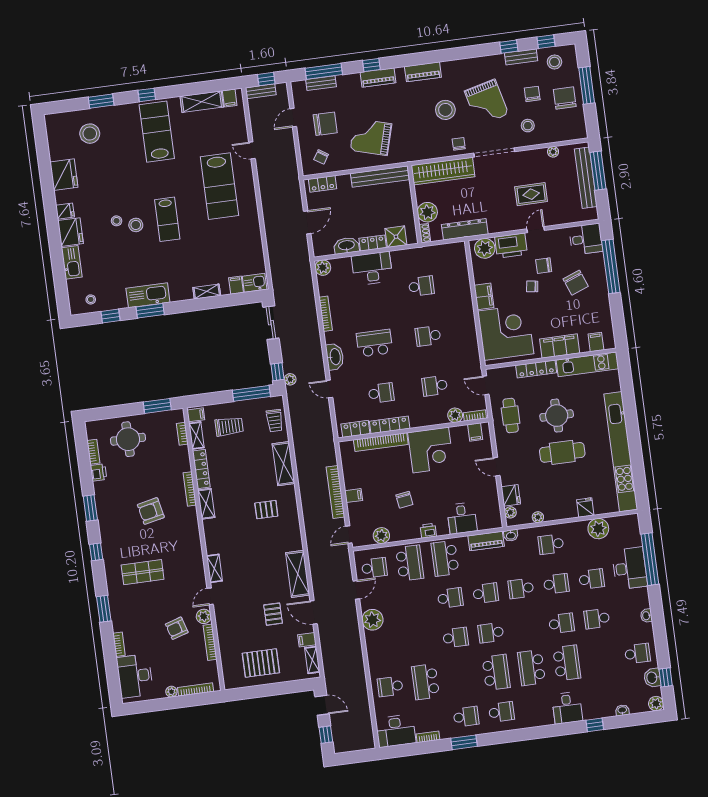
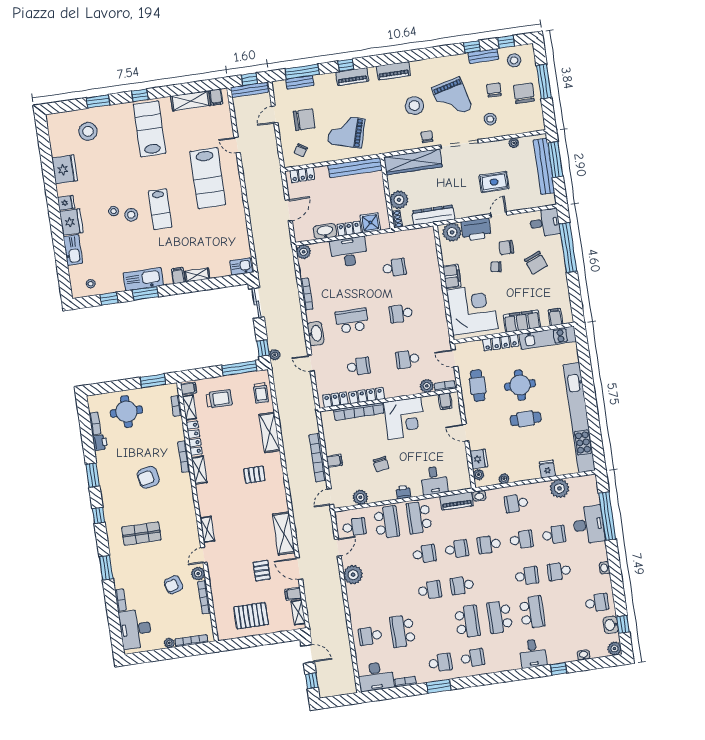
bench: (261, 91) -> (249, 90), width x1.36
filing cabinet: (236, 285) -> (178, 276), moved
cafe table: (562, 452) -> (526, 419), width x0.73, depth x0.74

